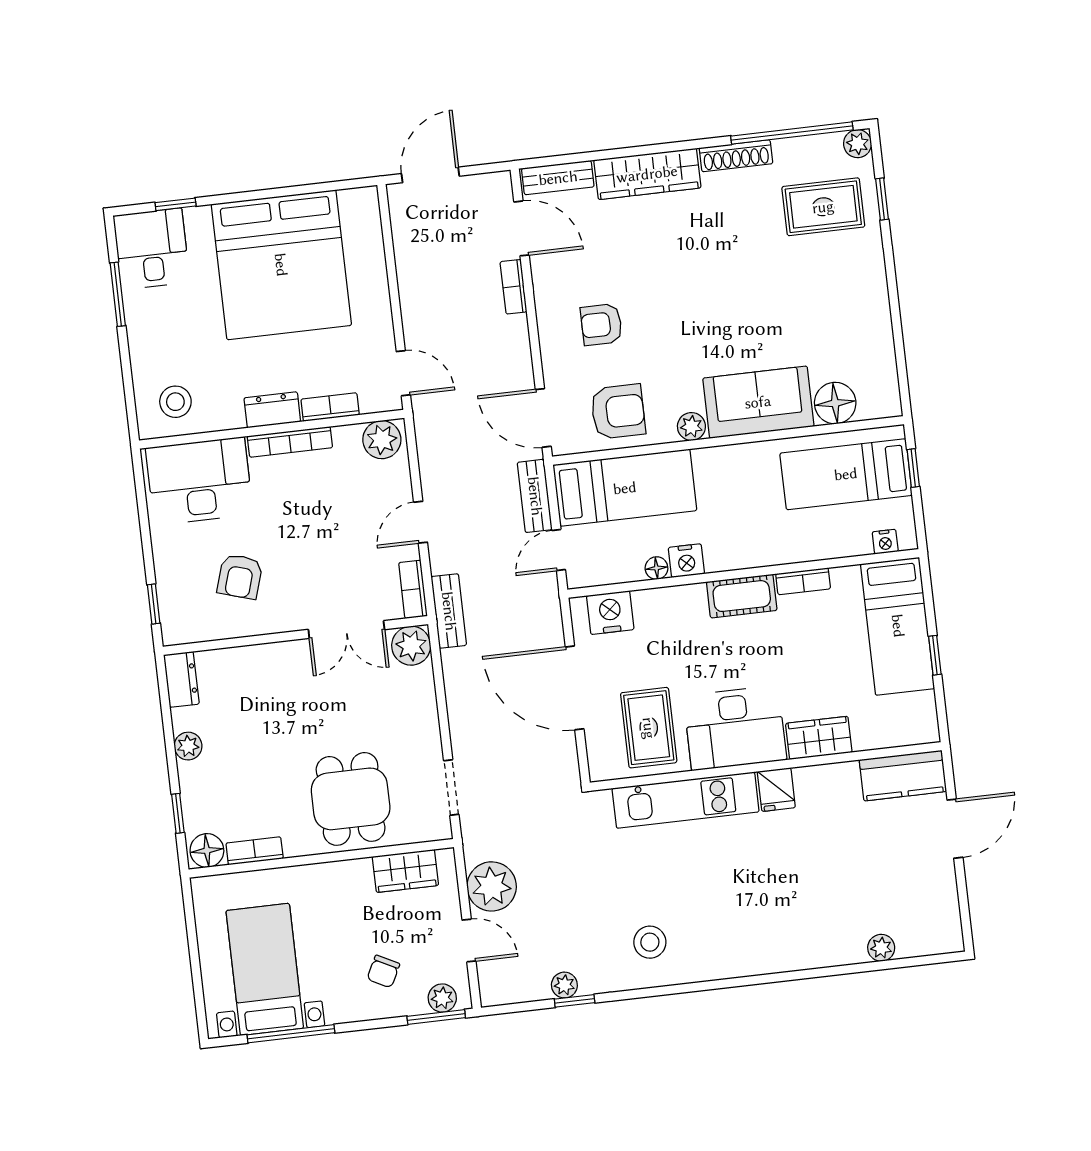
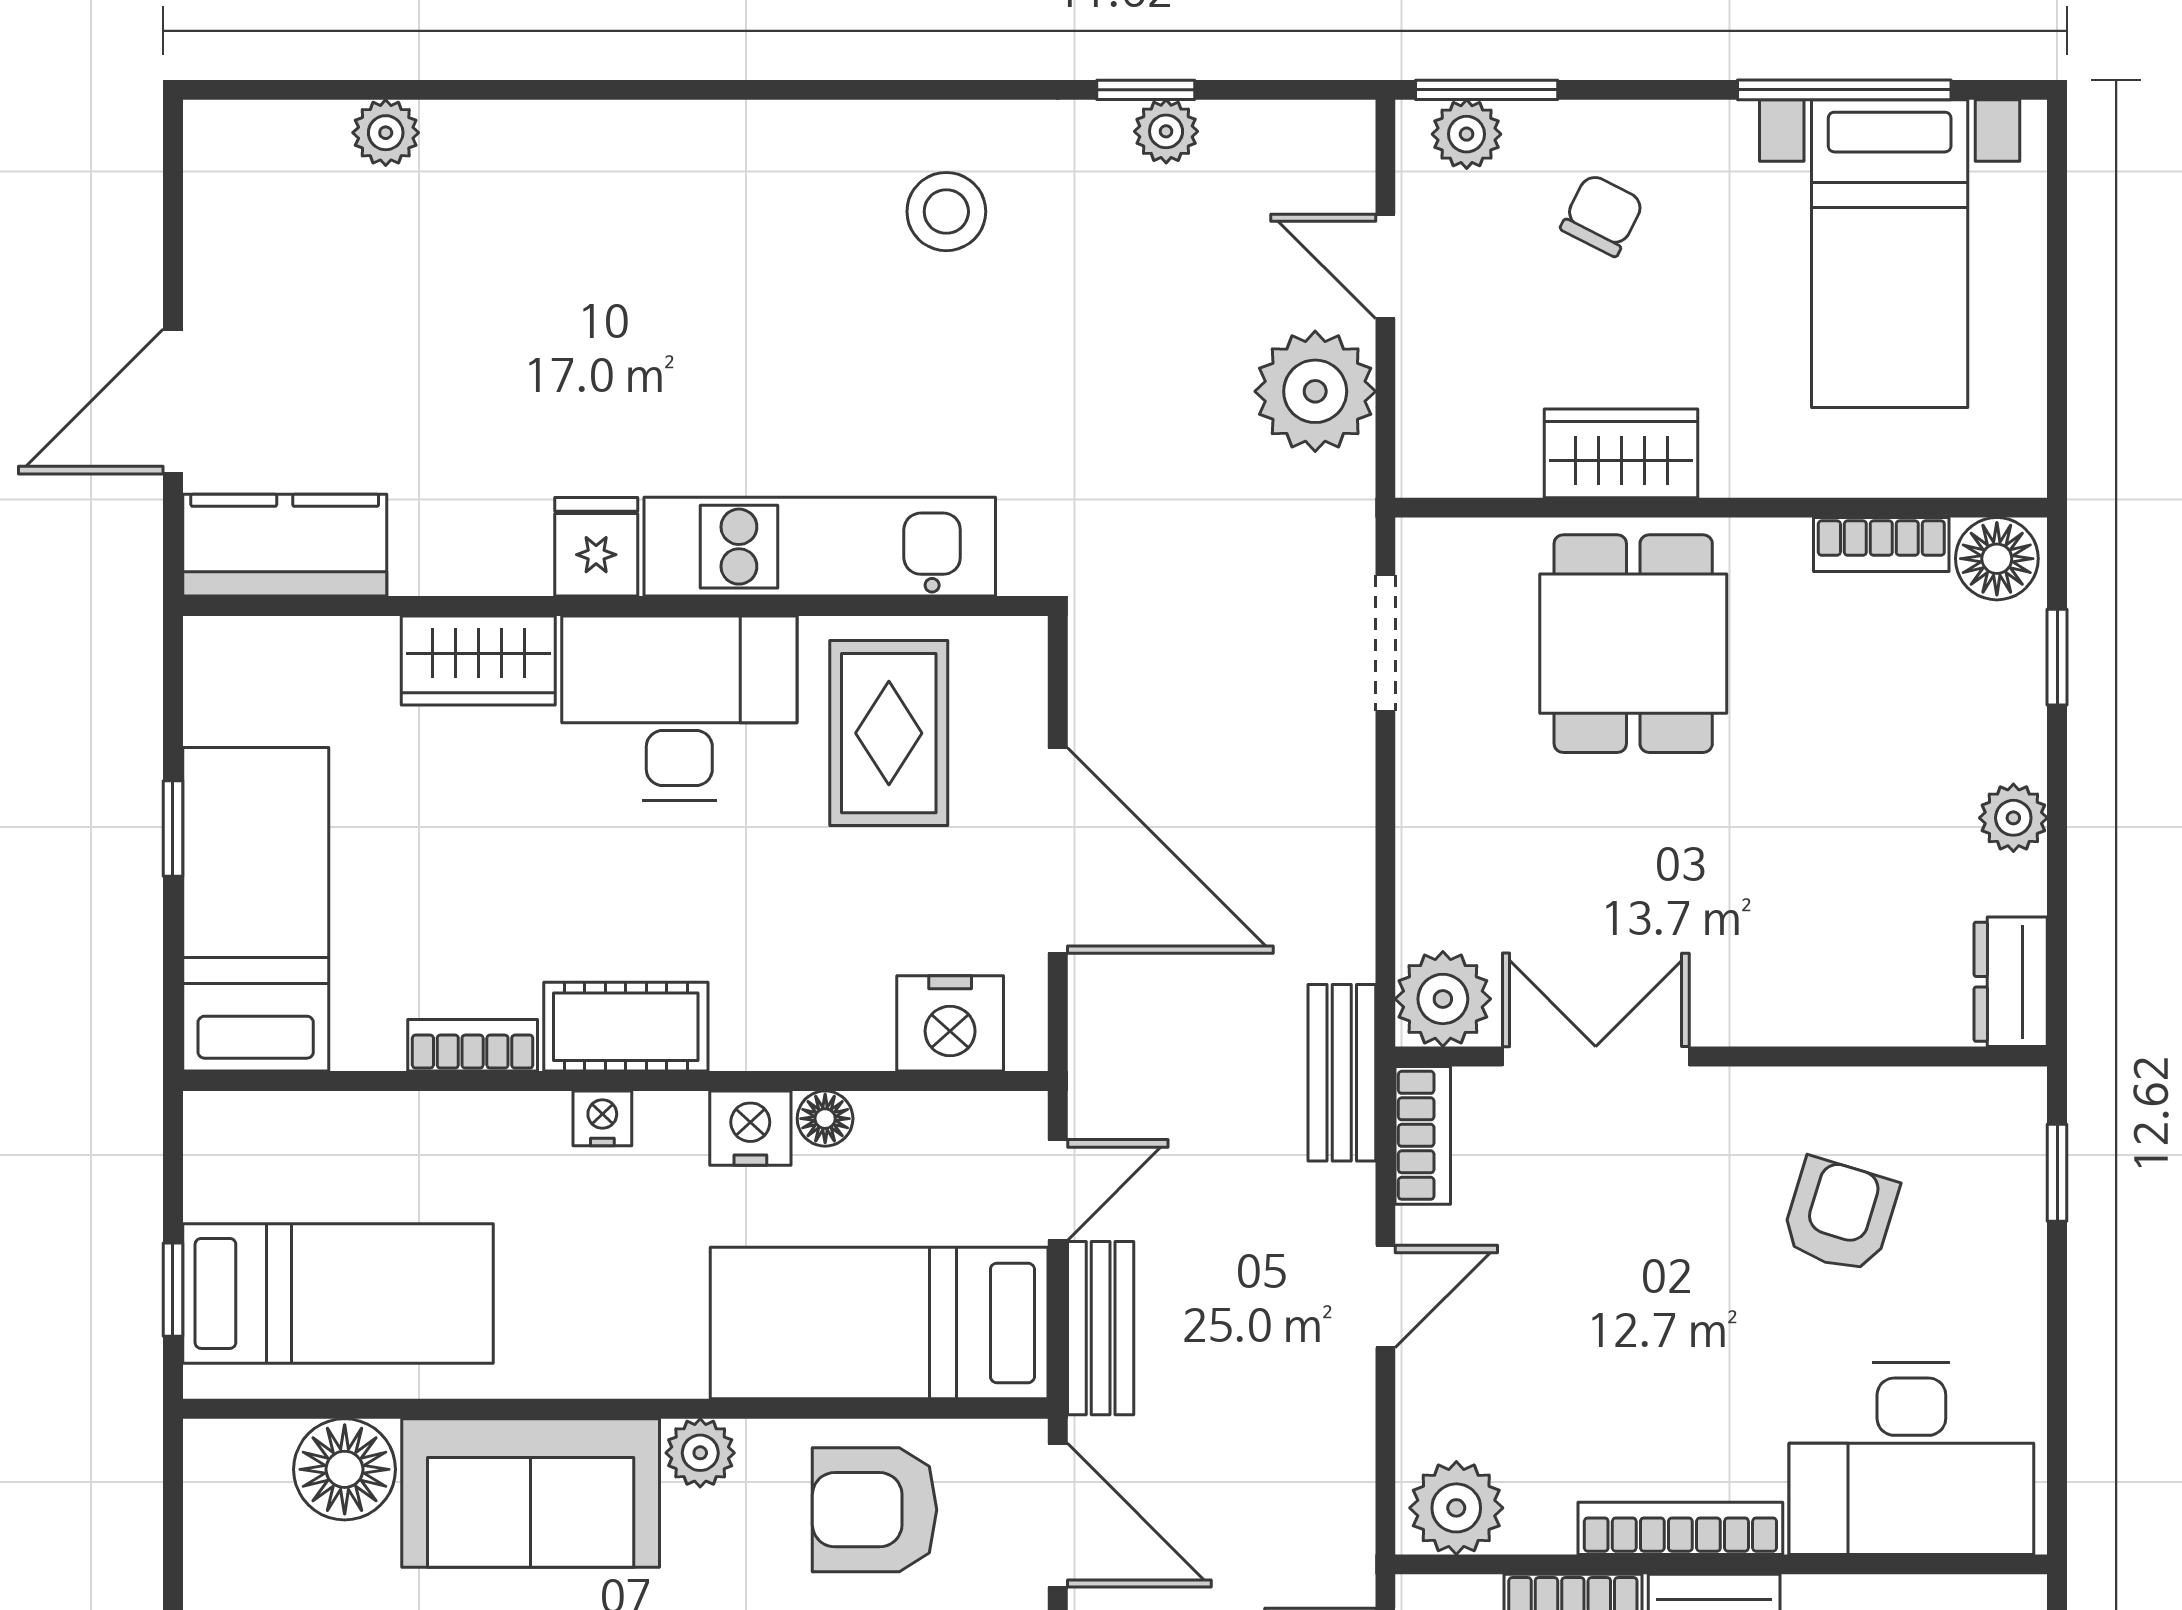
nightstand: (885, 542) -> (602, 1118), moved
wardrobe: (405, 871) -> (1621, 453), moved

